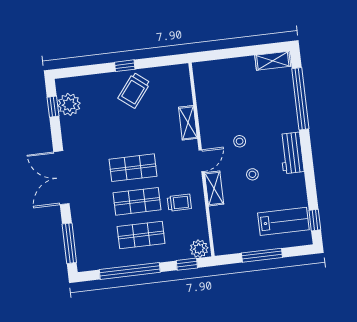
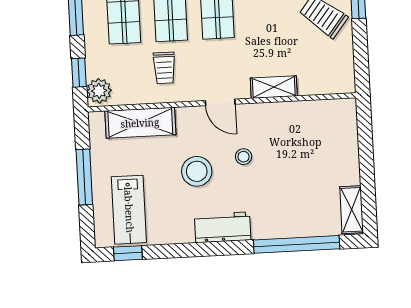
stool: (252, 174) -> (197, 171), width x1.89, depth x1.89
shelving: (214, 188) -> (140, 123), moved, width x1.50, depth x1.33

